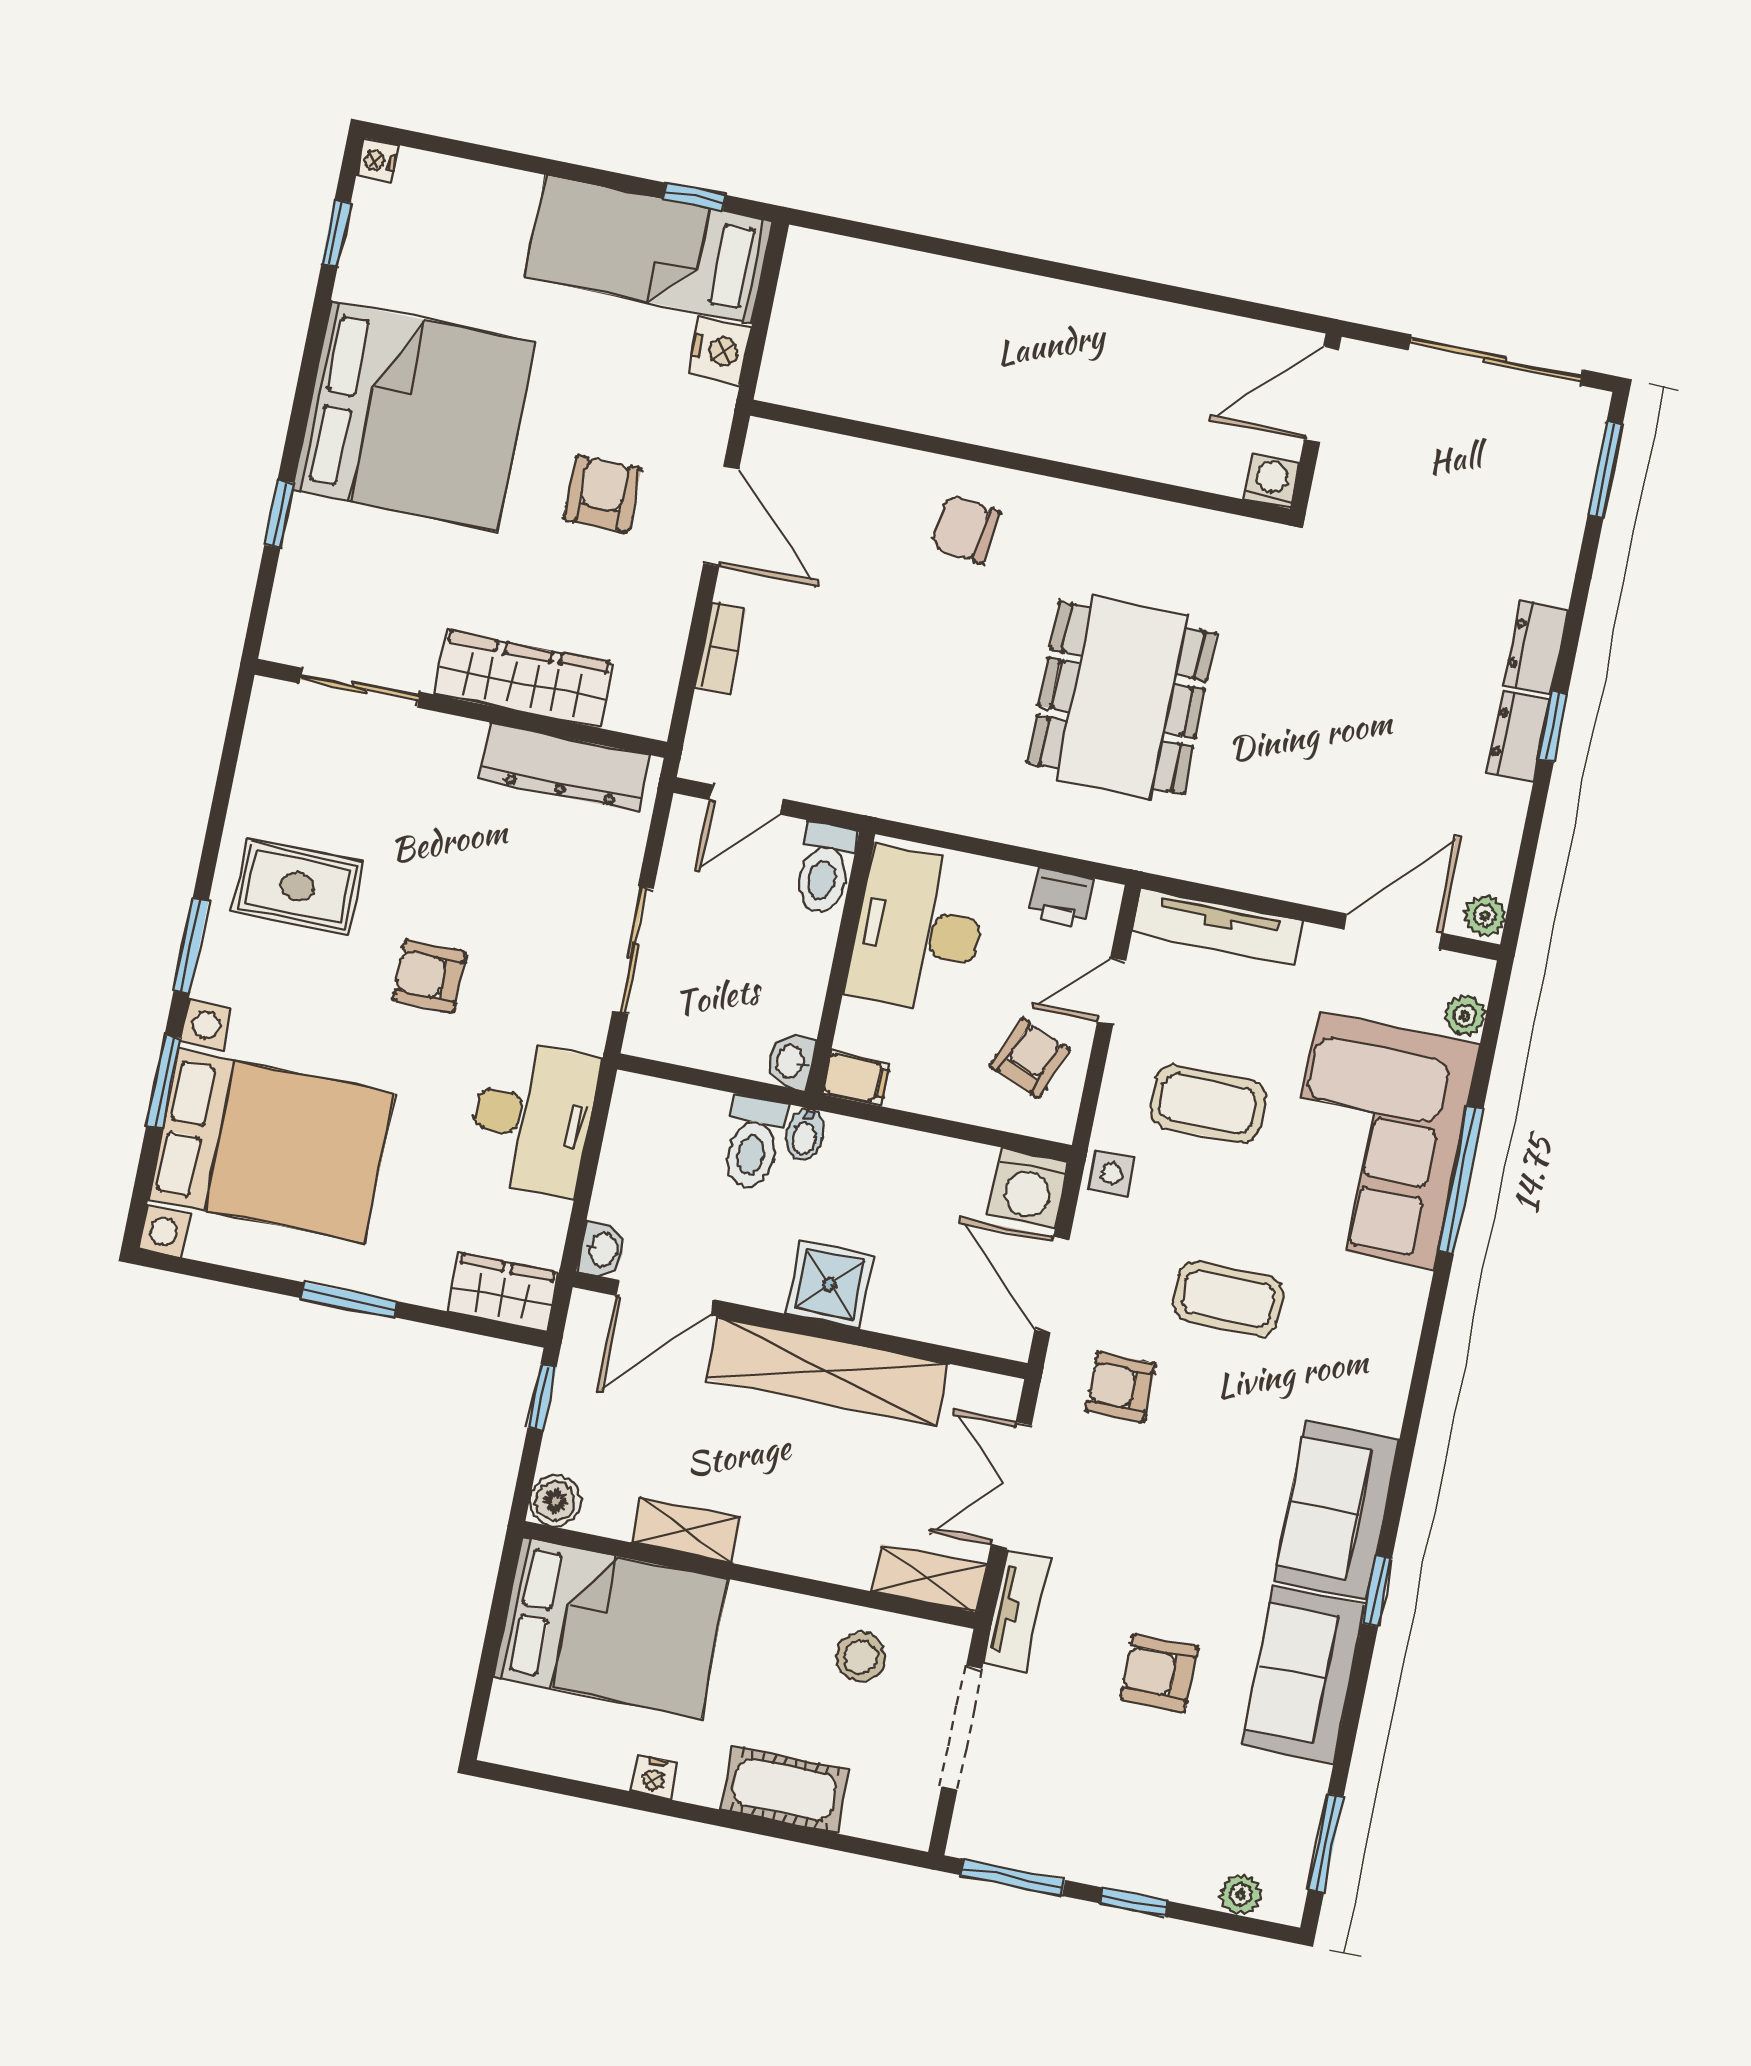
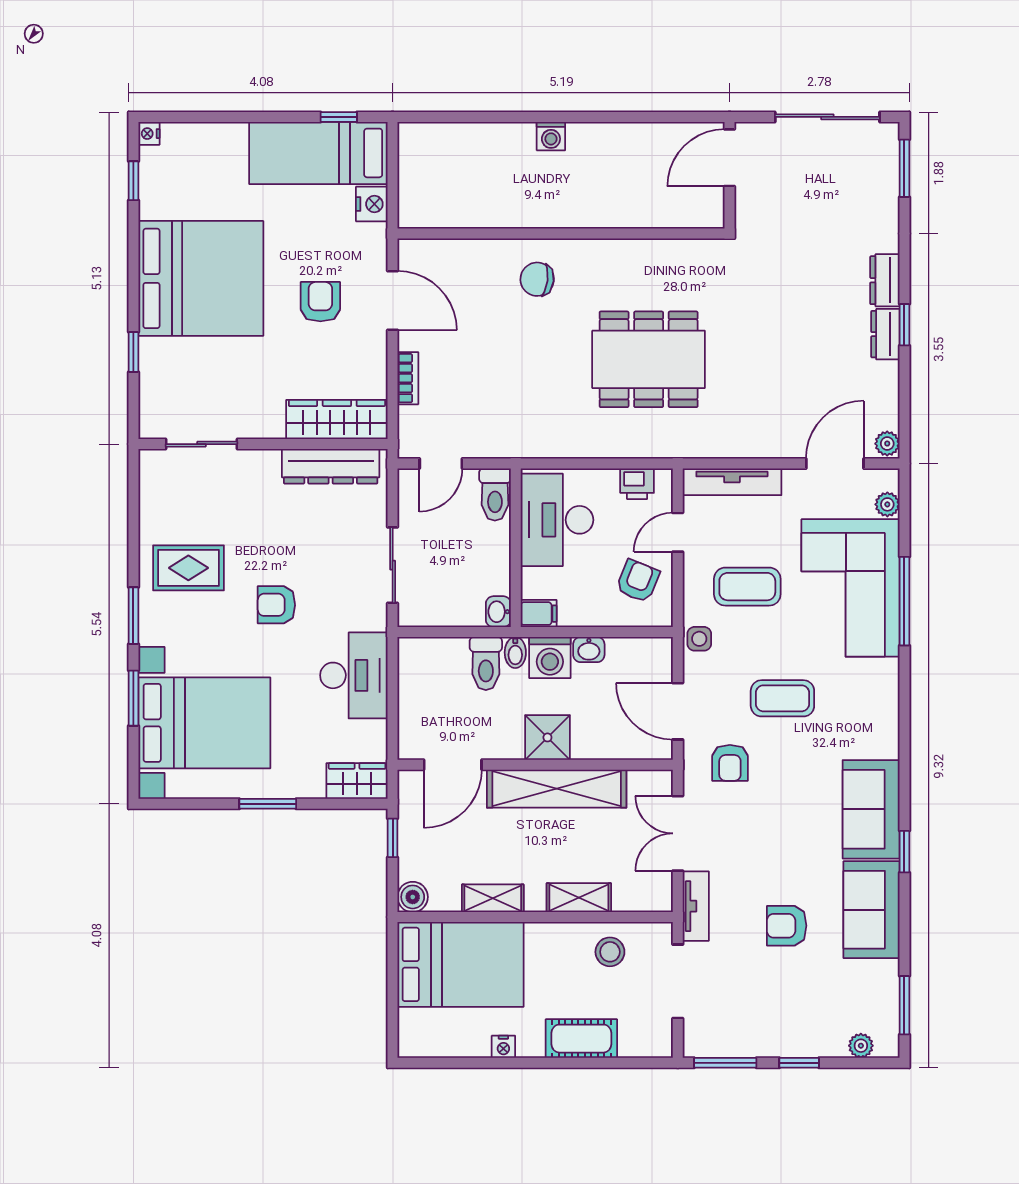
washing machine: (1271, 481) -> (551, 136), moved, turned 180
wardrobe: (523, 679) -> (337, 420), moved
dining table: (1122, 698) -> (649, 359), turned 90
washing machine: (1028, 1188) -> (550, 658), moved
washbasin: (602, 1250) -> (589, 650), moved, turned 90
armchair: (1120, 1387) -> (730, 763), turned -90
shelving: (929, 1578) -> (579, 898), moved

